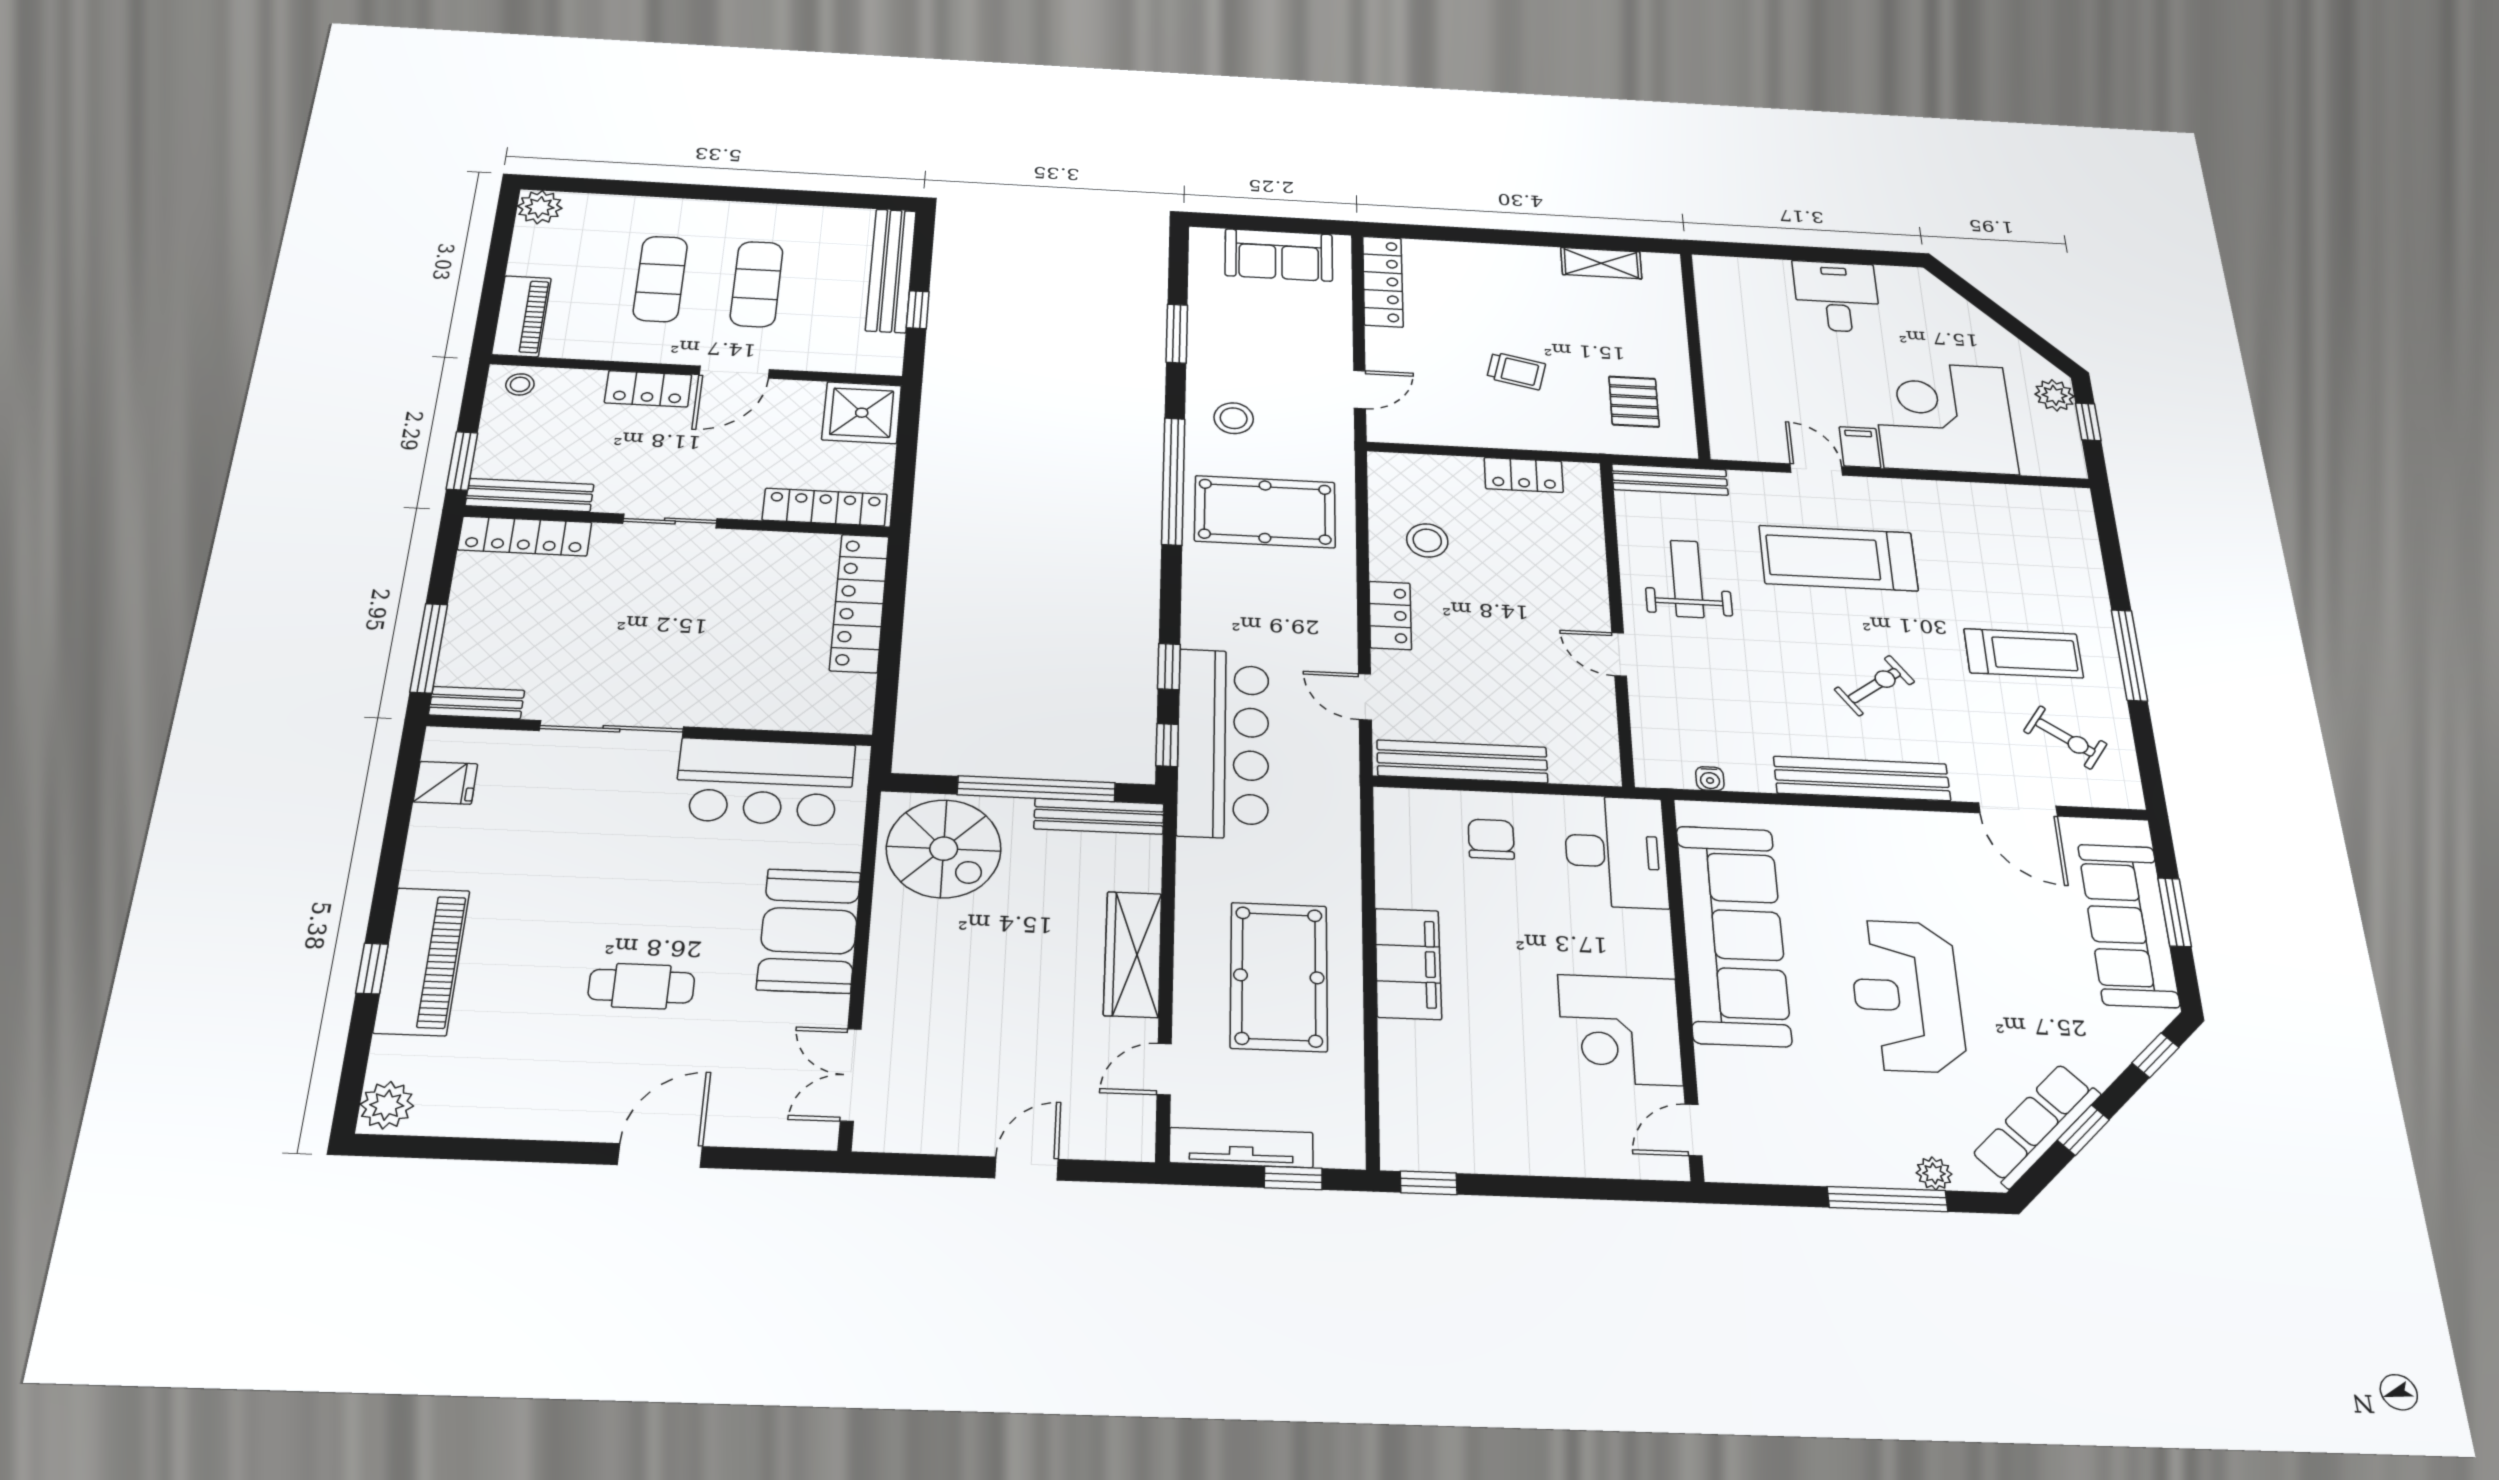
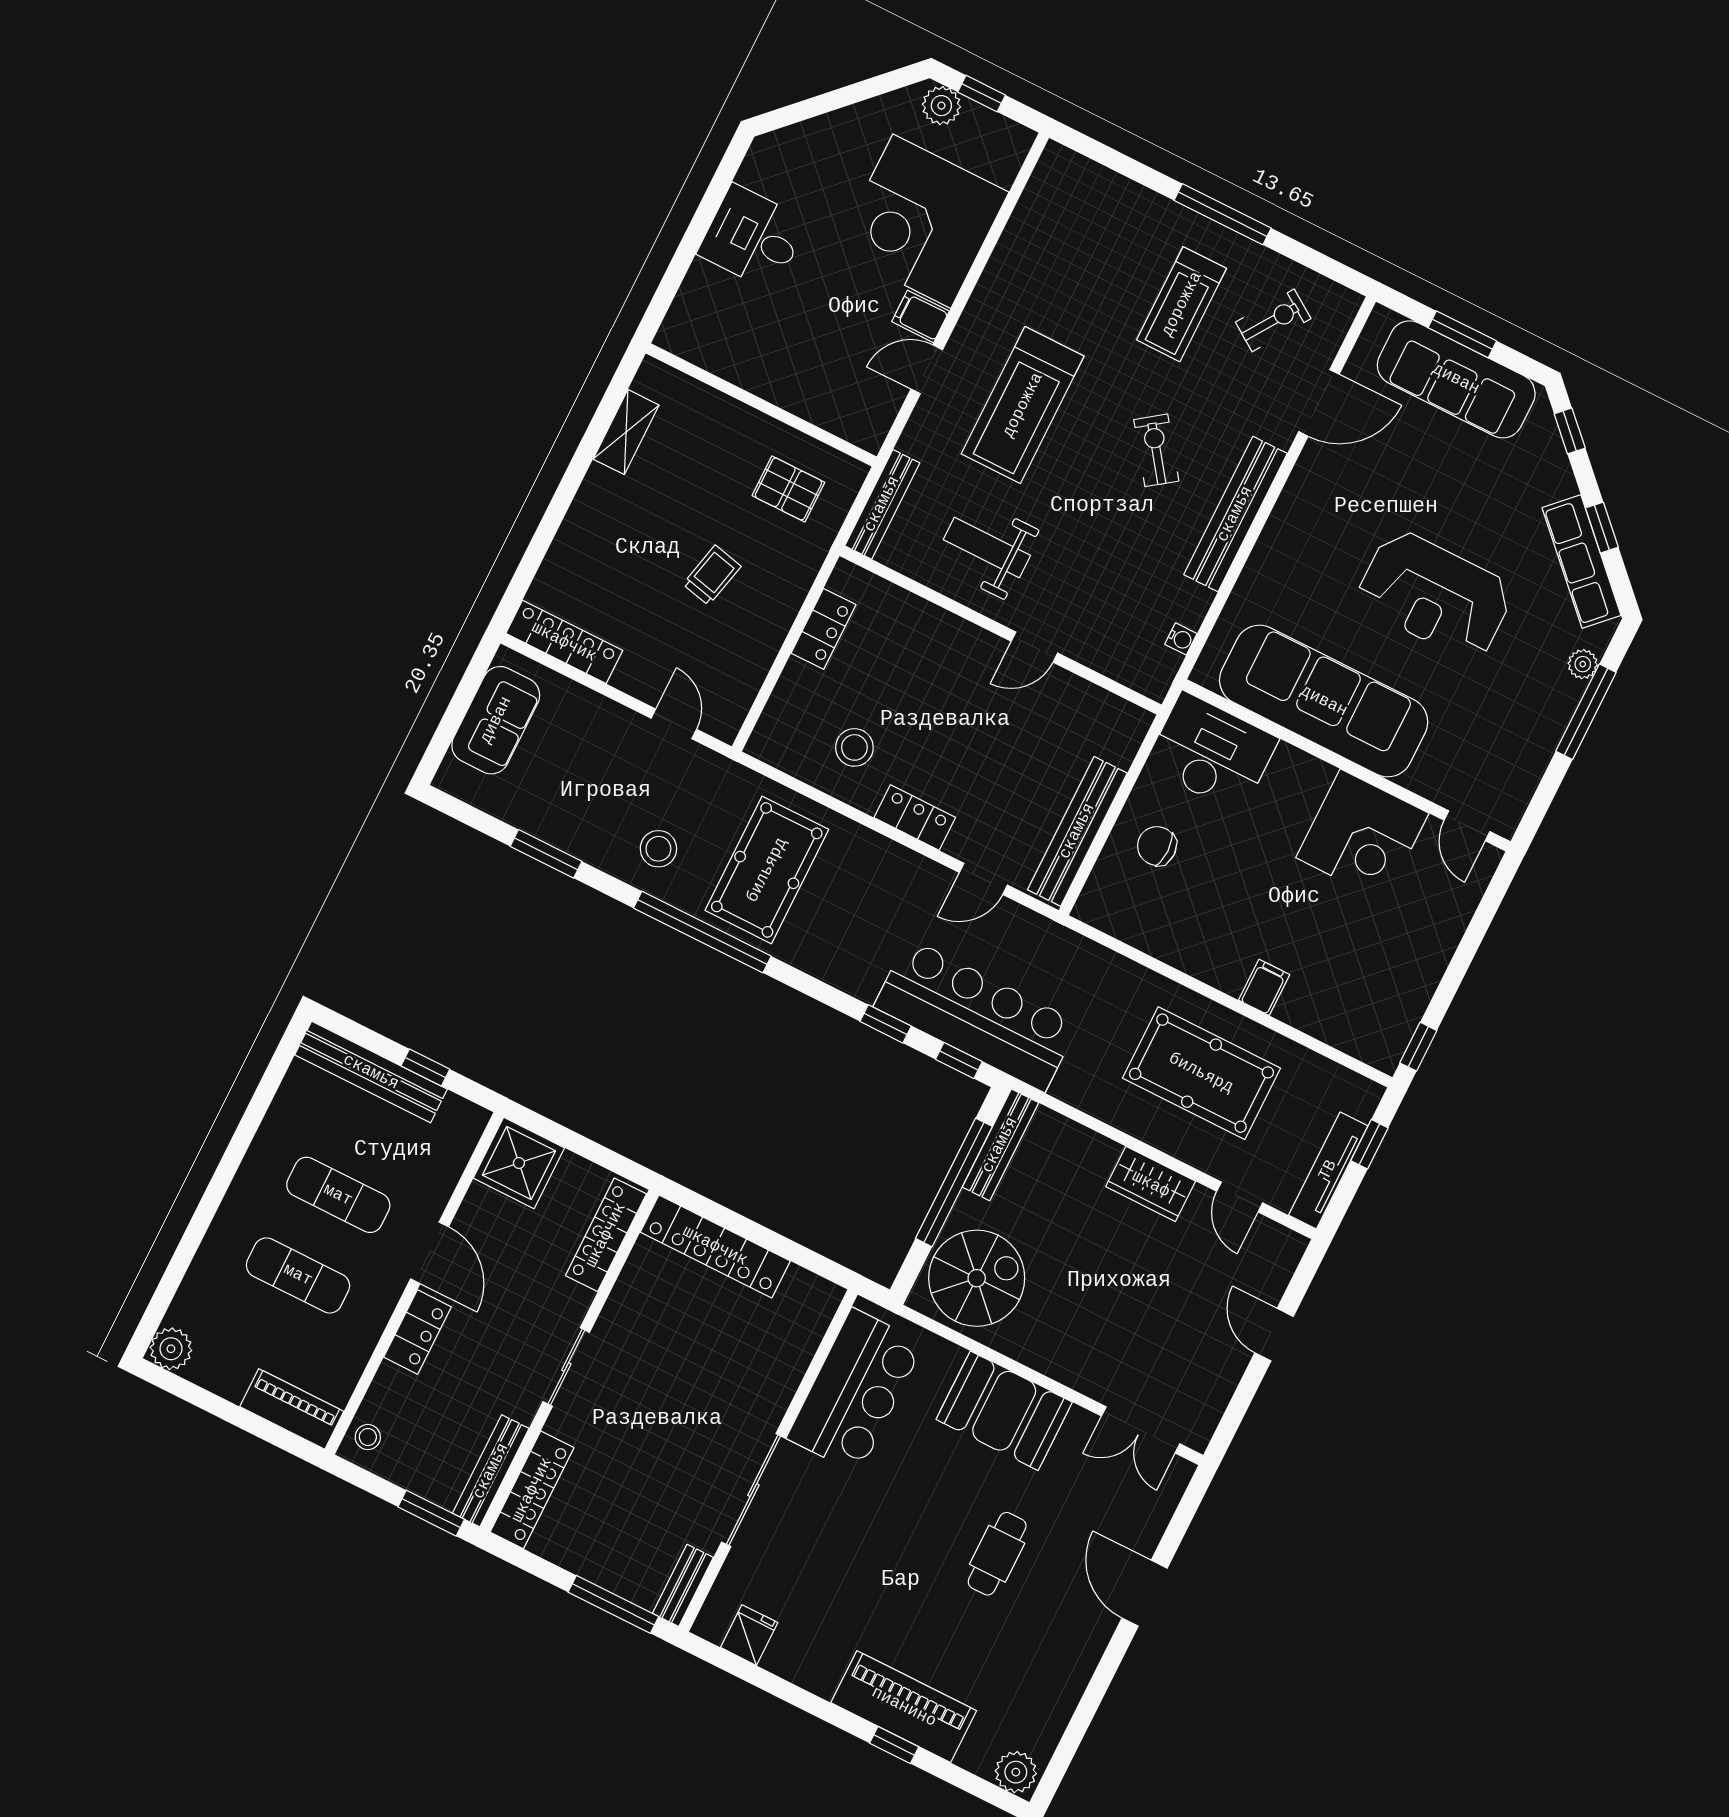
treadmill: (2023, 653) -> (1182, 304), turned 180
wardrobe: (1133, 954) -> (1151, 1184), width x0.67
filing cabinet: (1408, 964) -> (1264, 987), width x0.33, depth x0.86

